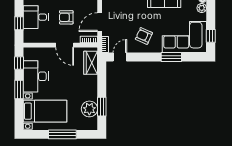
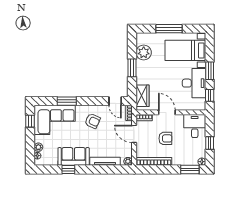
desk: (36, 17) -> (195, 126), moved, turned -90
door: (100, 22) -> (134, 134), swing flipped
window: (19, 23) -> (210, 143), moved
door: (120, 57) -> (115, 101), hinge flipped
window: (102, 107) -> (132, 68), moved

